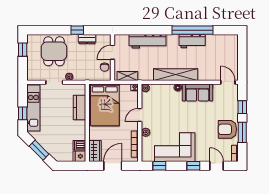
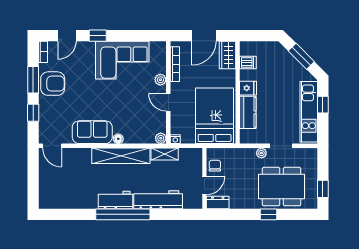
window: (77, 30) -> (268, 214), moved
window: (193, 30) -> (123, 214), moved
dresser: (87, 39) -> (218, 203), moved
workbench: (192, 41) -> (116, 200), moved
dining table: (54, 51) -> (282, 187), width x1.37
shelving: (127, 76) -> (165, 154), moved
door: (140, 115) -> (168, 102), swing flipped
fridge: (79, 156) -> (248, 88), moved
window: (159, 166) -> (142, 36), removed
door: (217, 166) -> (67, 36), hinge flipped

